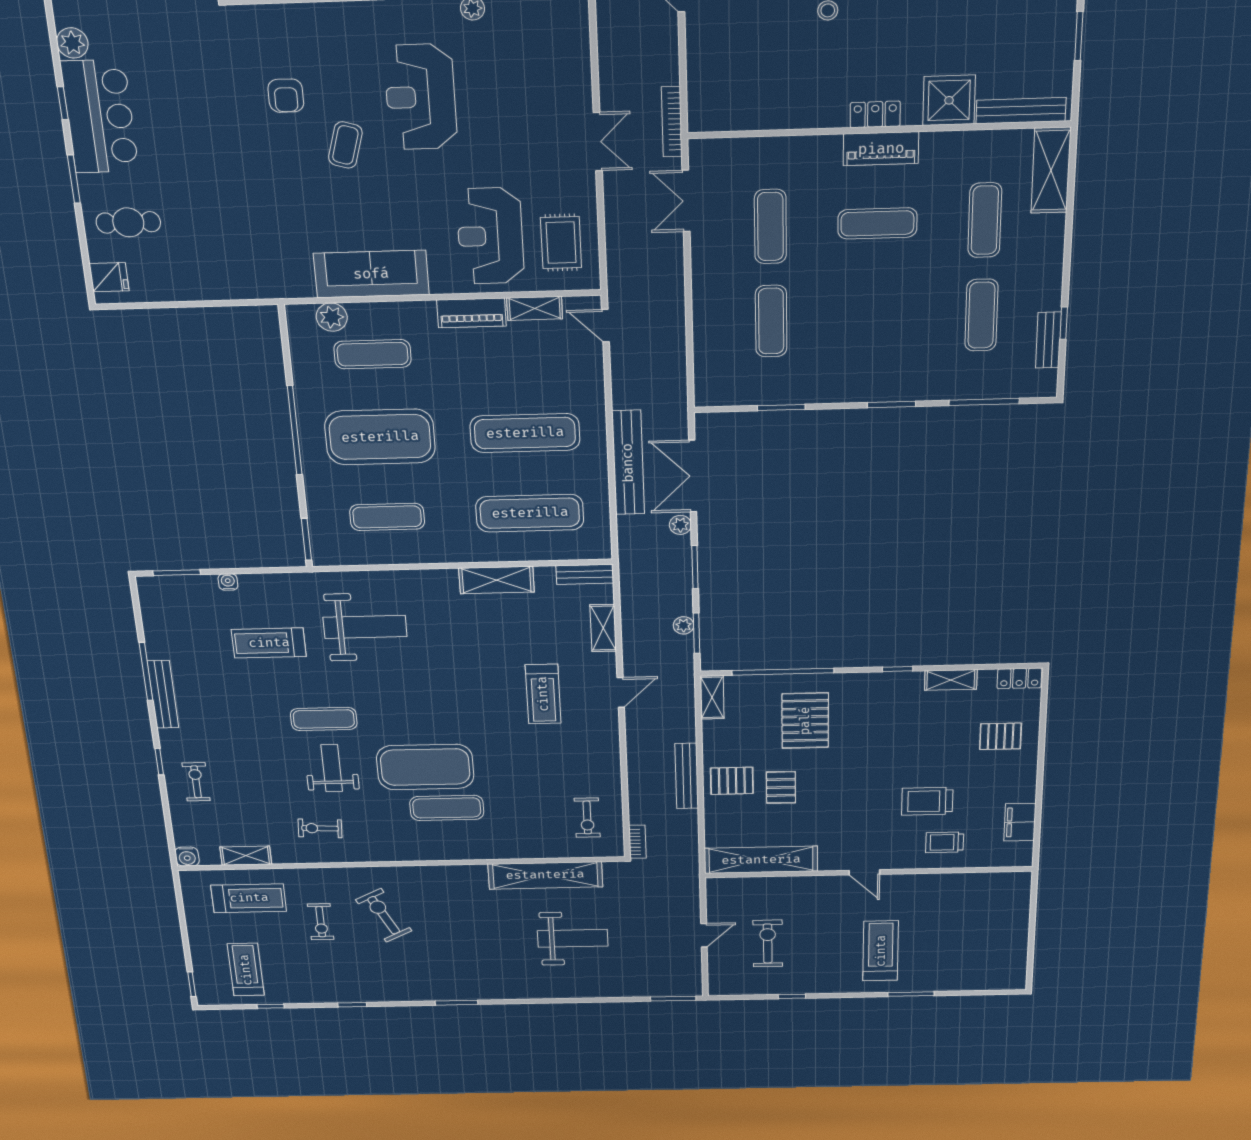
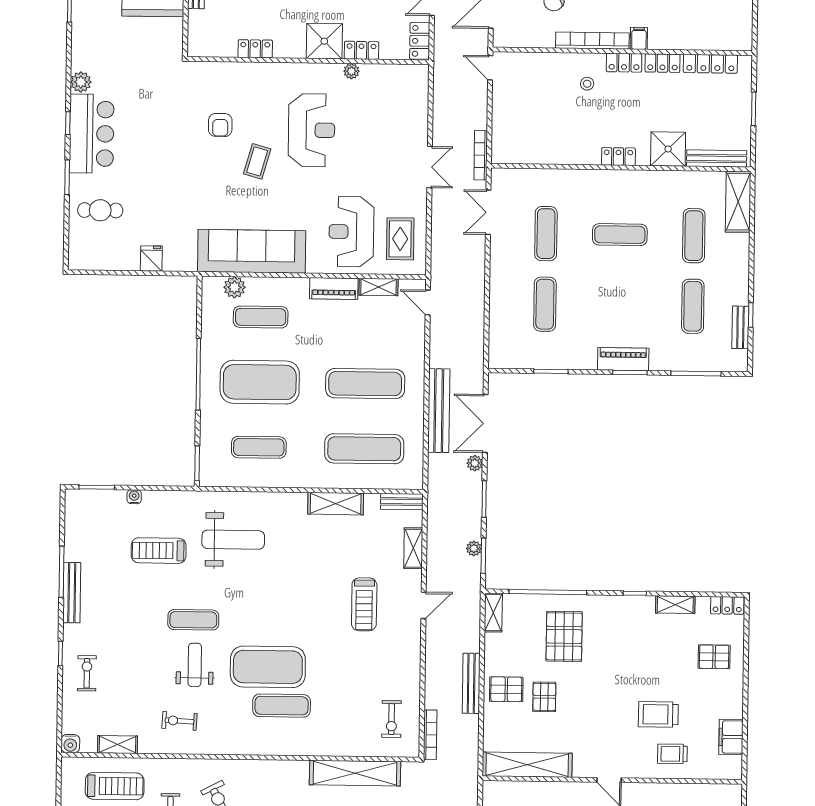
reception desk: (421, 97) -> (312, 130), turned 180
piano: (881, 149) -> (623, 359), moved, turned 180
sofa: (371, 274) -> (252, 251), width x1.36, depth x1.27
fridge: (109, 277) -> (151, 259), moved, turned -90
bookcase: (637, 842) -> (430, 735), width x1.56

